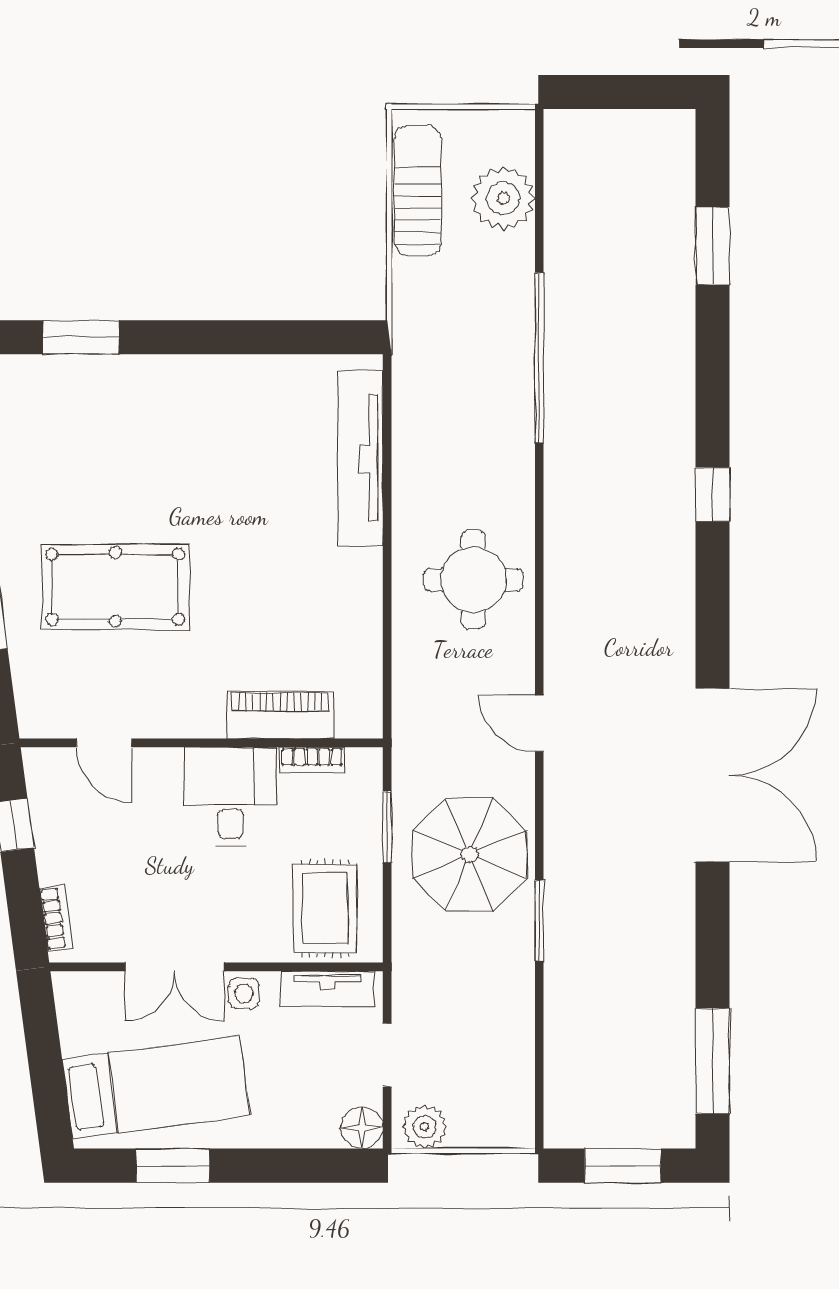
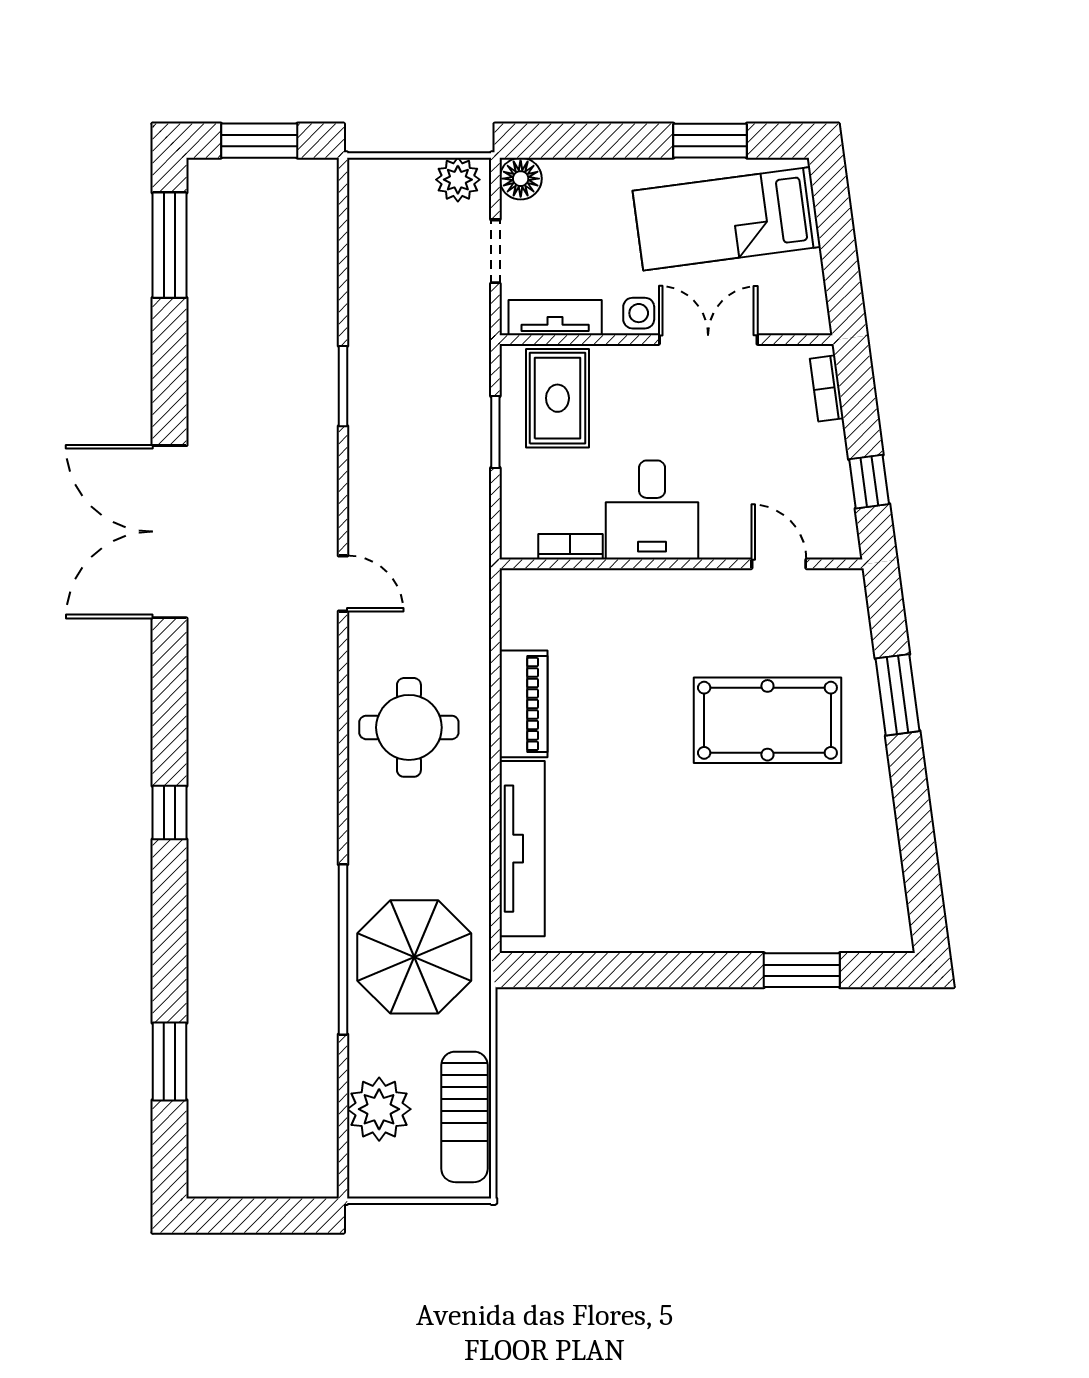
piano: (281, 715) -> (524, 704), moved, turned -90
window: (387, 827) -> (495, 432), moved
parasol: (469, 855) -> (414, 957), moved

